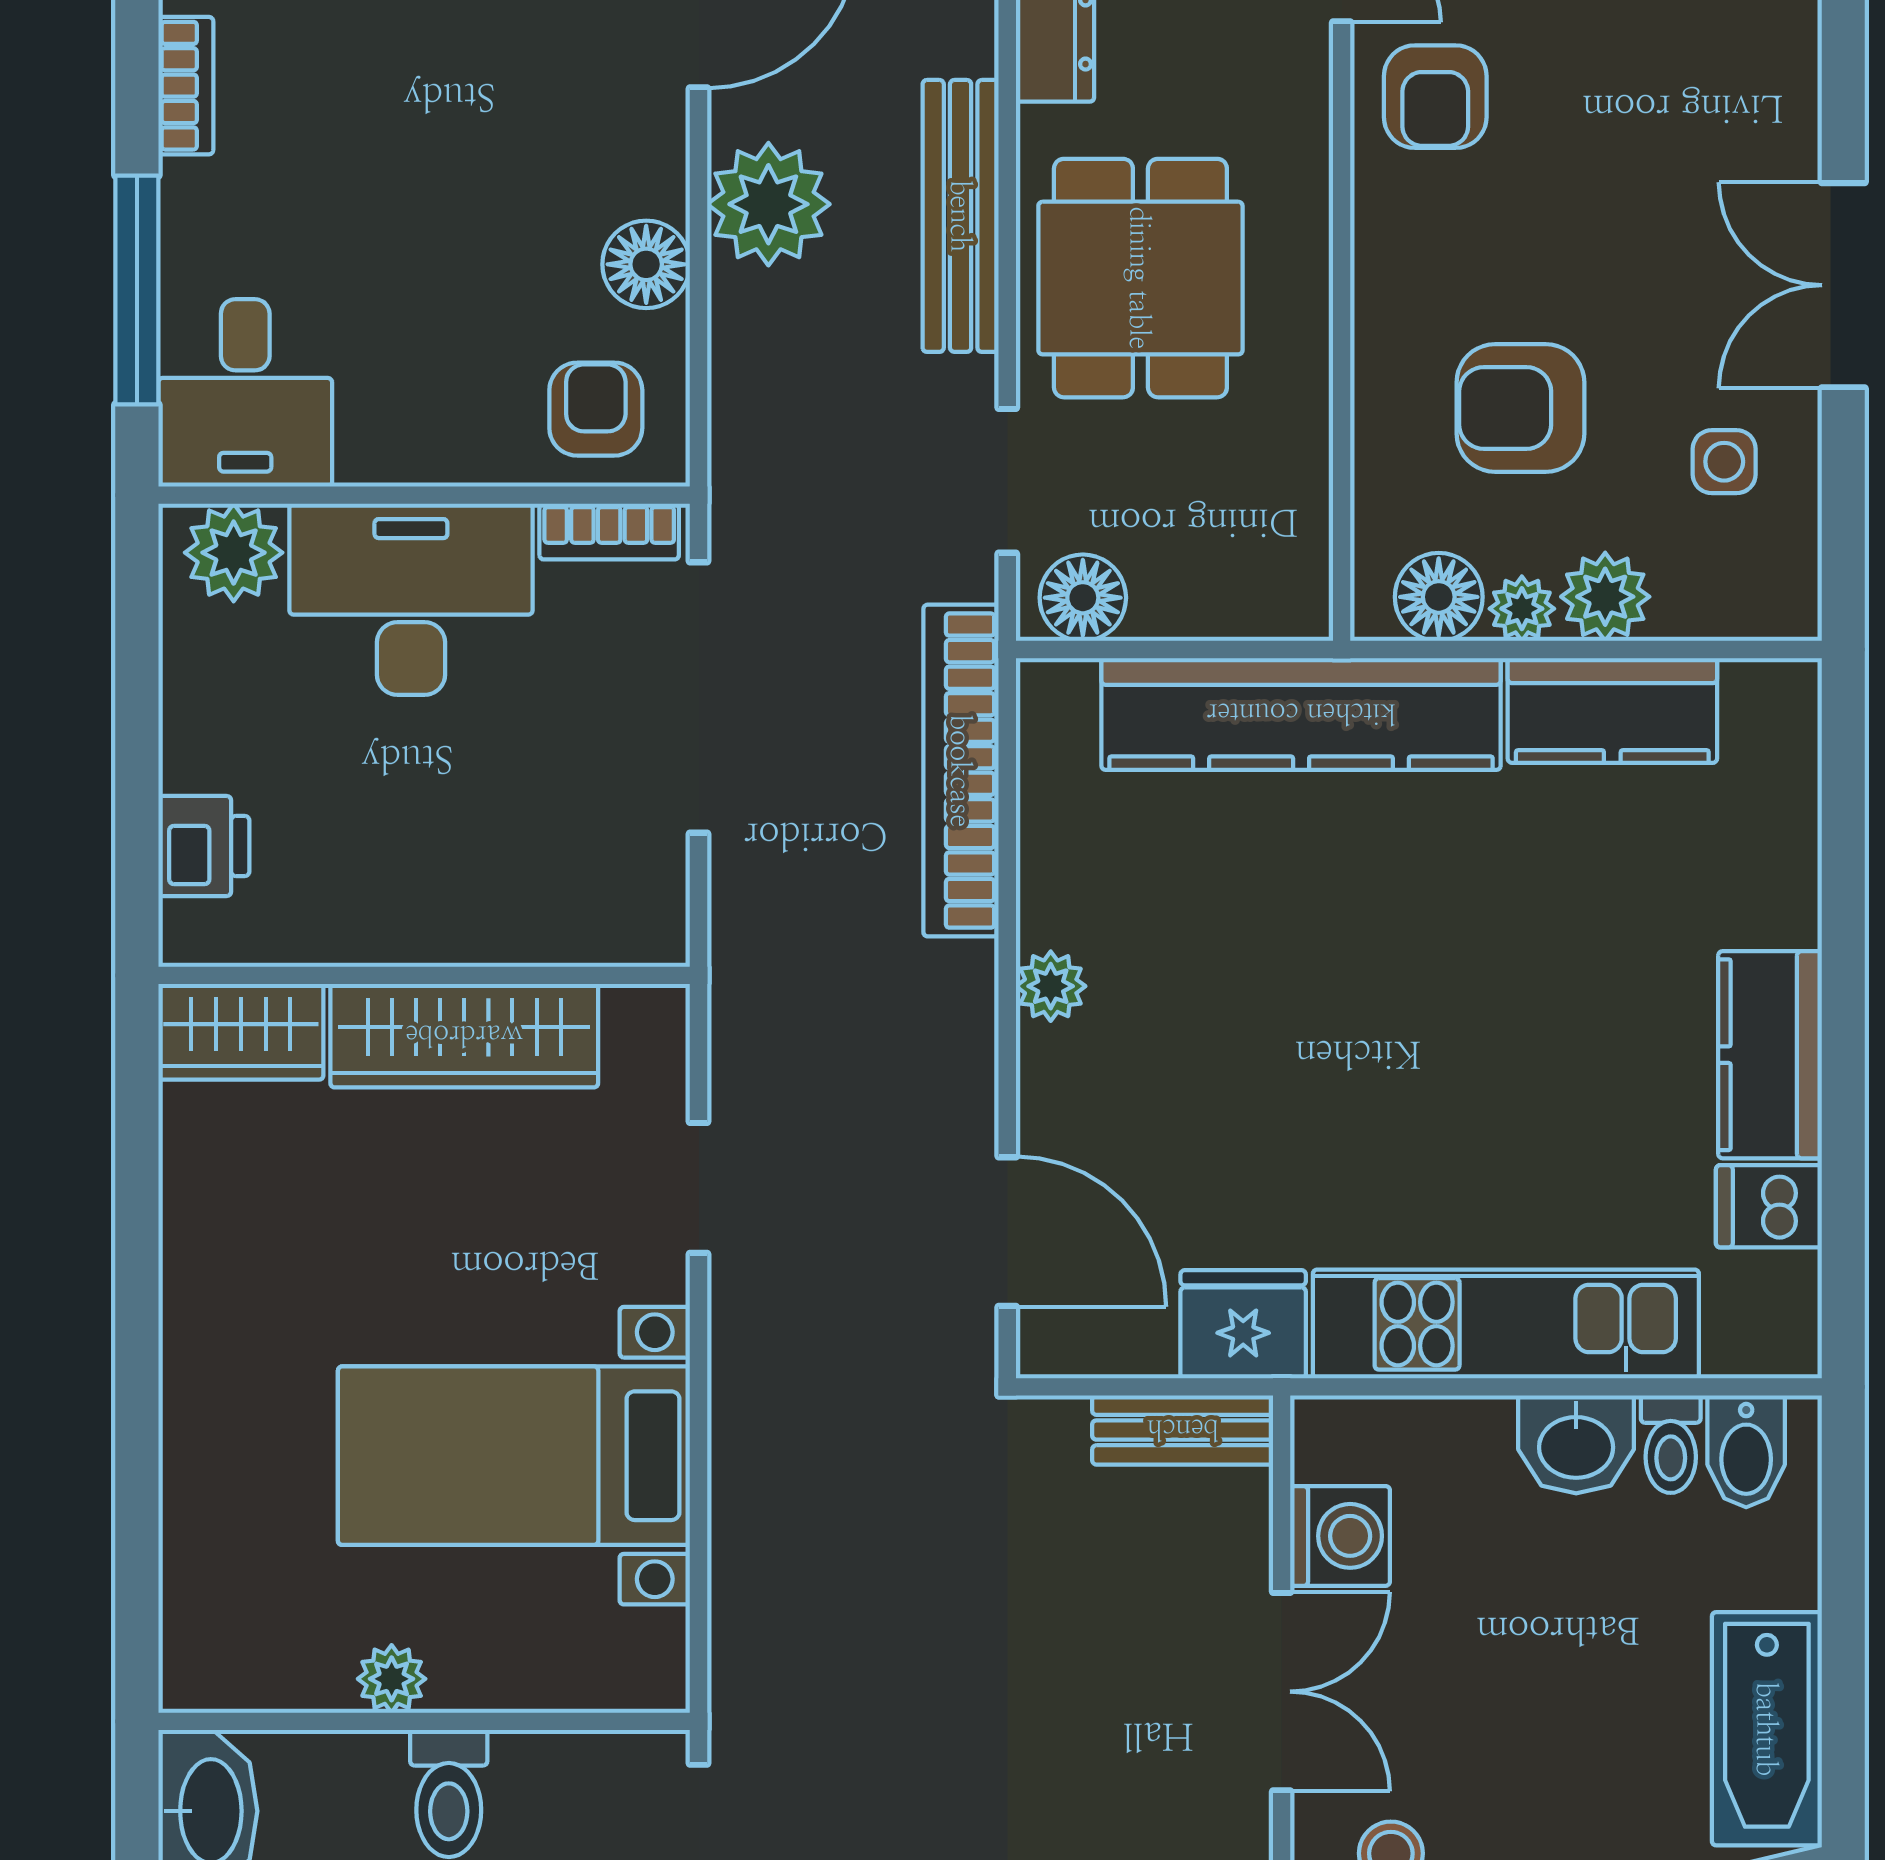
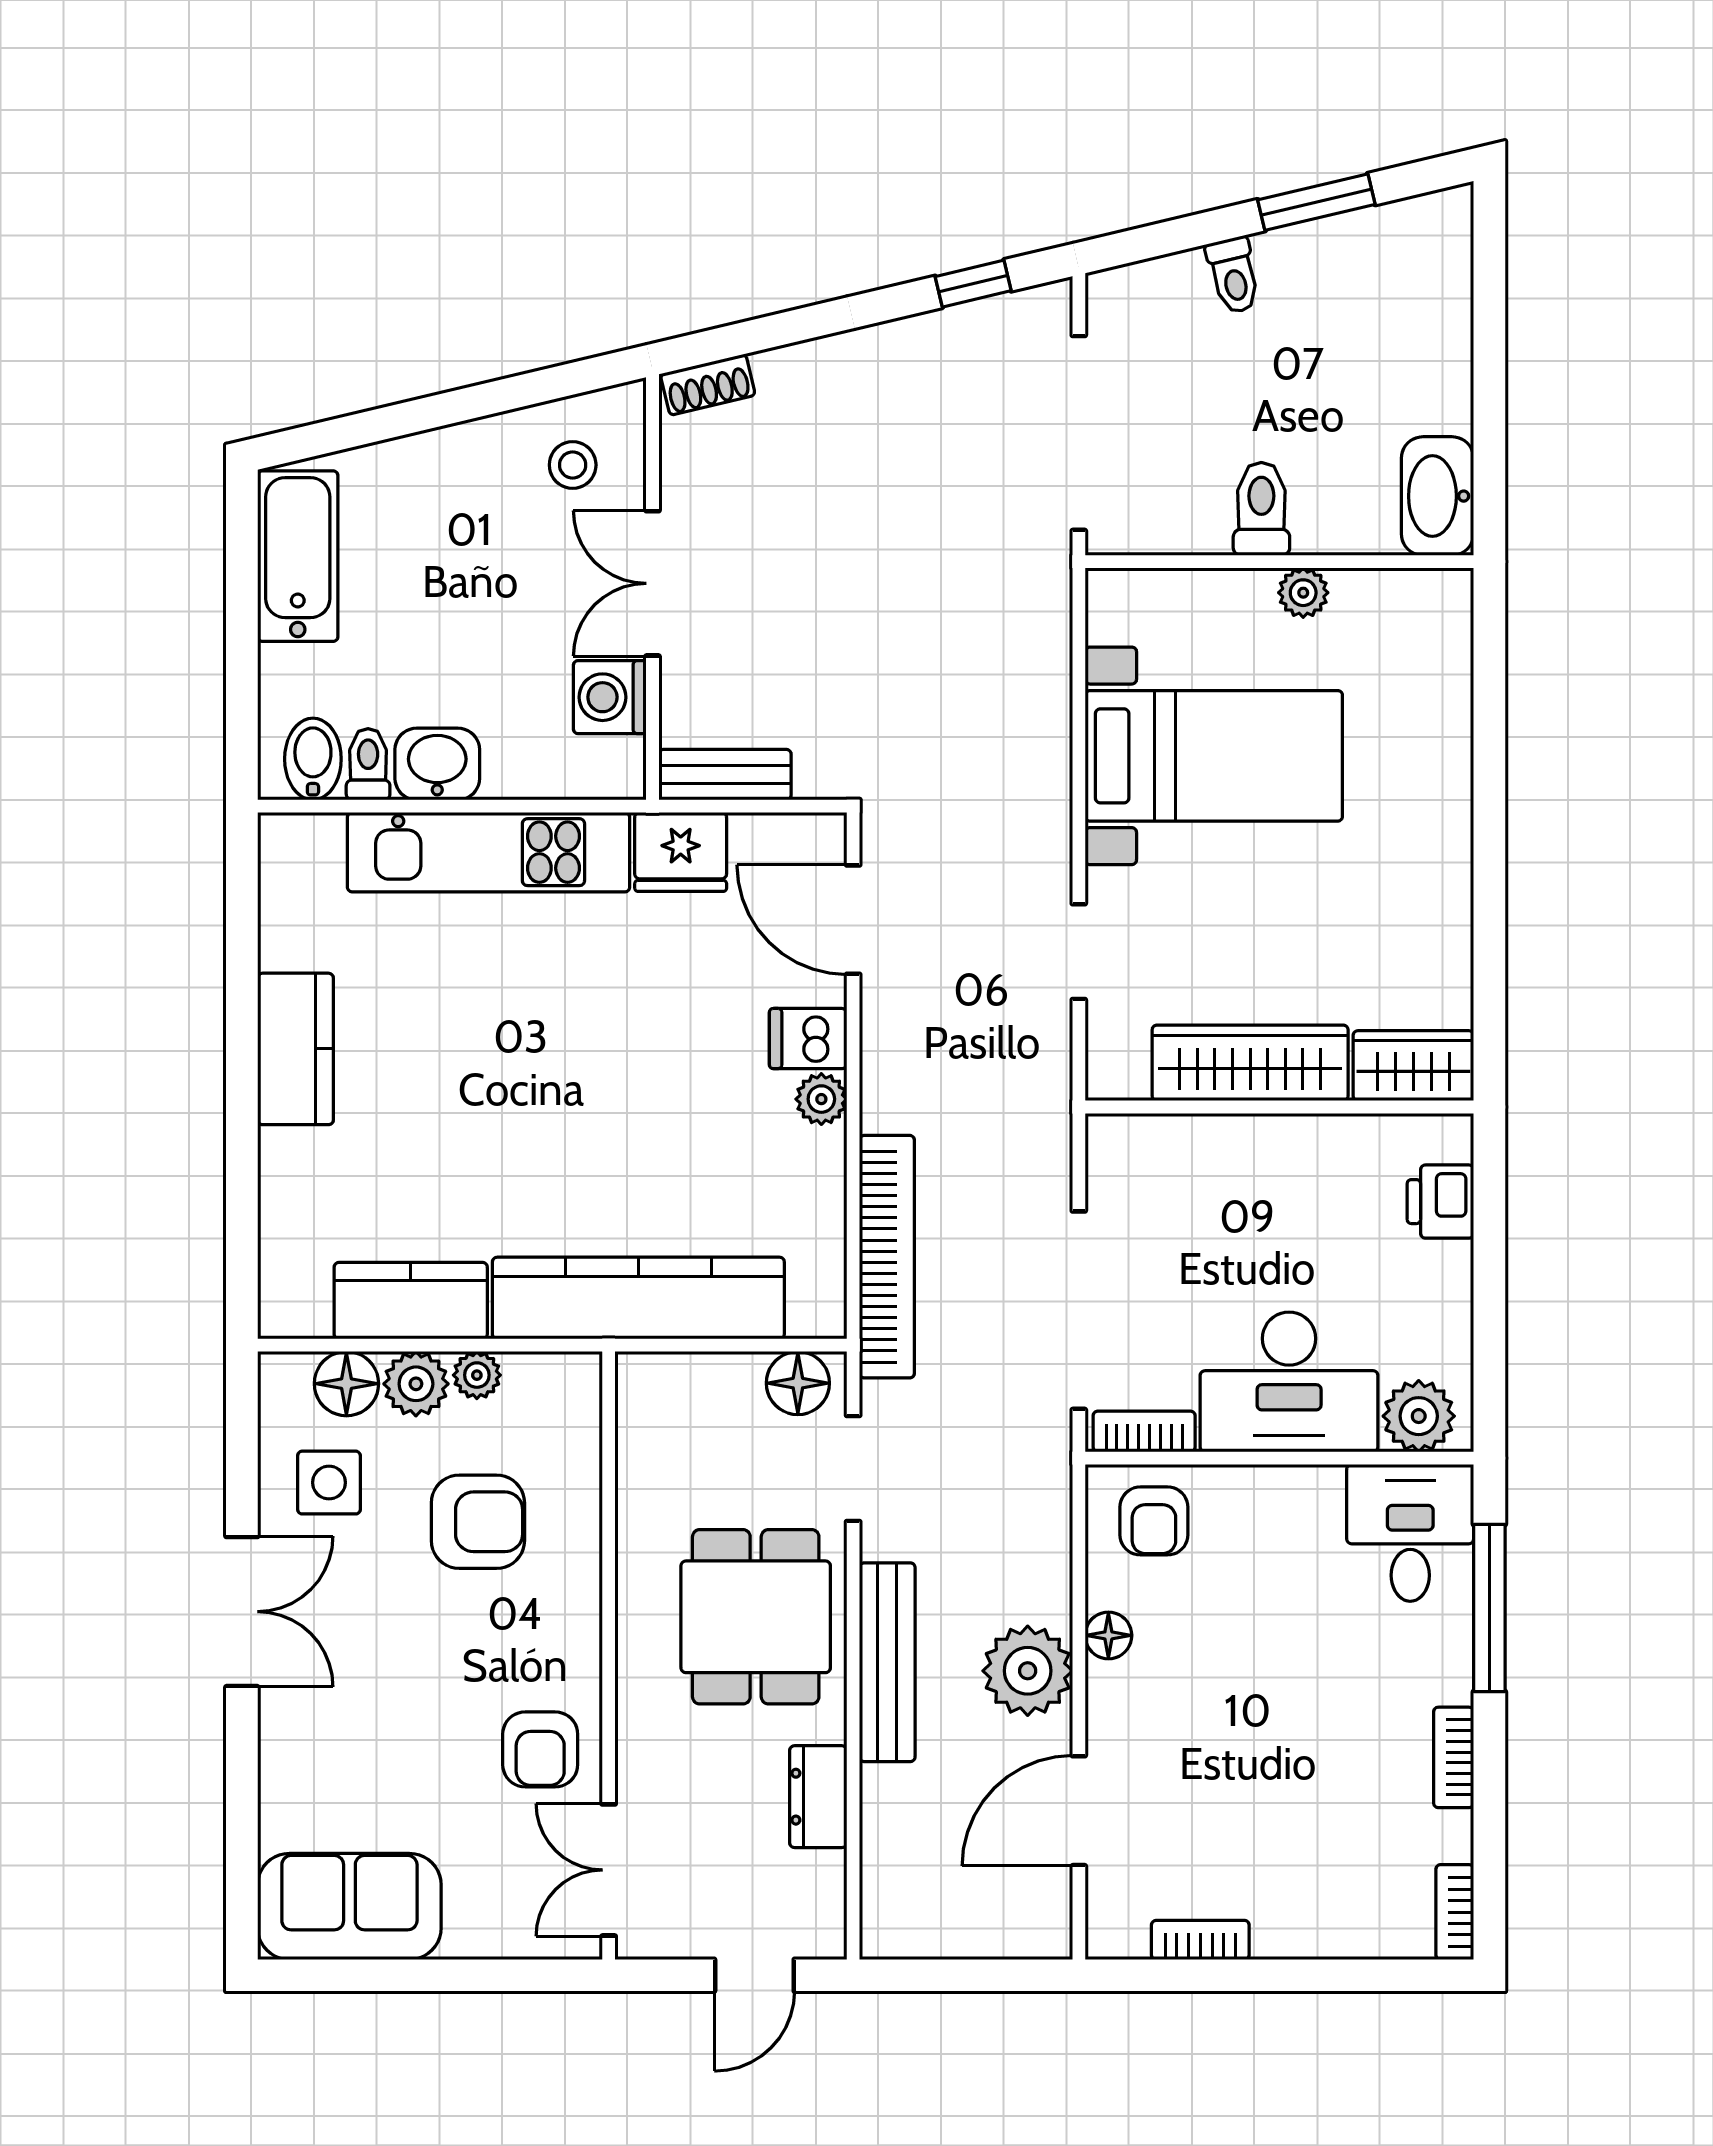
armchair: (1435, 97) -> (540, 1749), turned 180
floor lamp: (646, 264) -> (1108, 1635), width x0.73, depth x0.73
side table: (1724, 462) -> (329, 1483), width x1.37, depth x1.37
floor lamp: (1439, 597) -> (346, 1384), moved
dishwasher: (1769, 1206) -> (808, 1039), moved, turned 180

